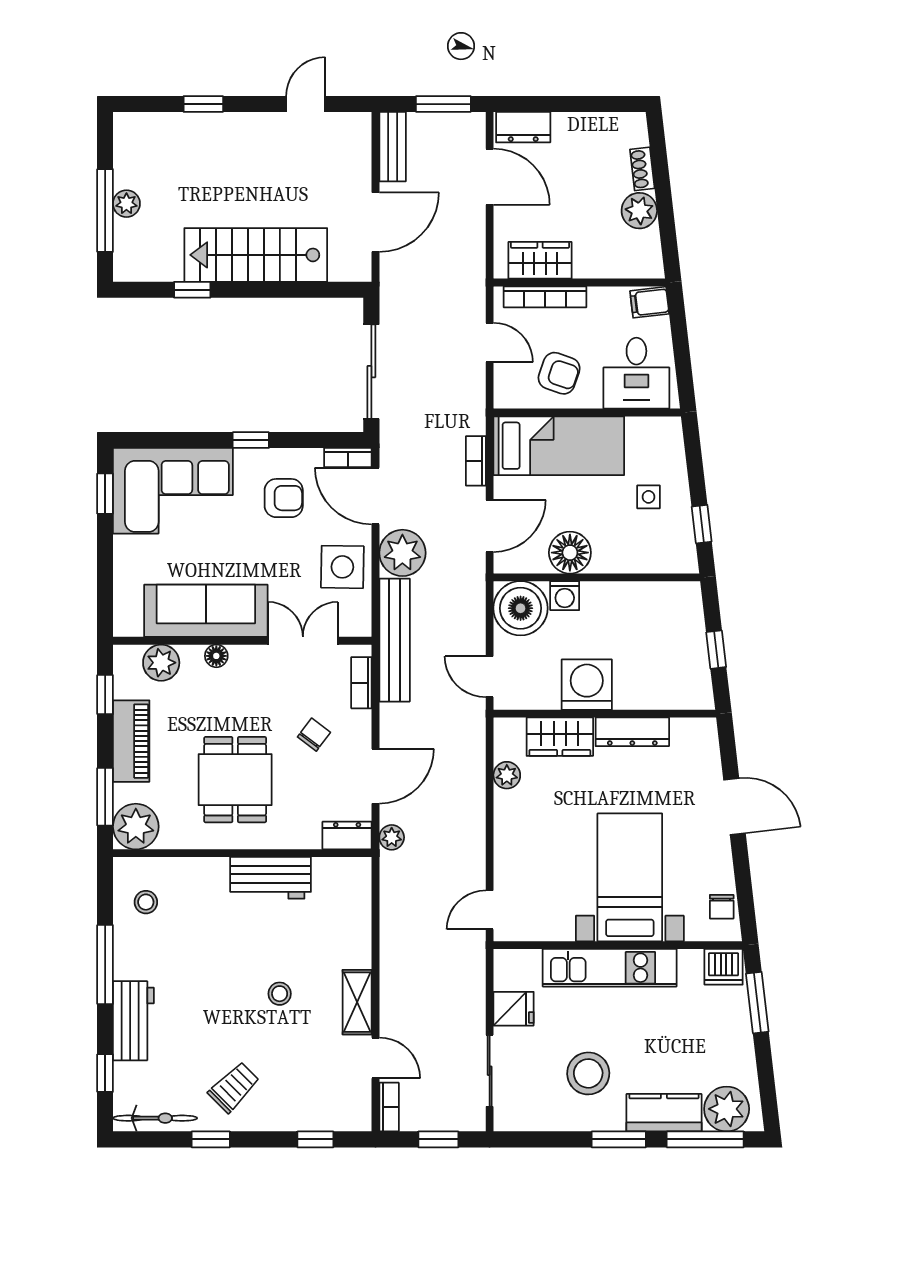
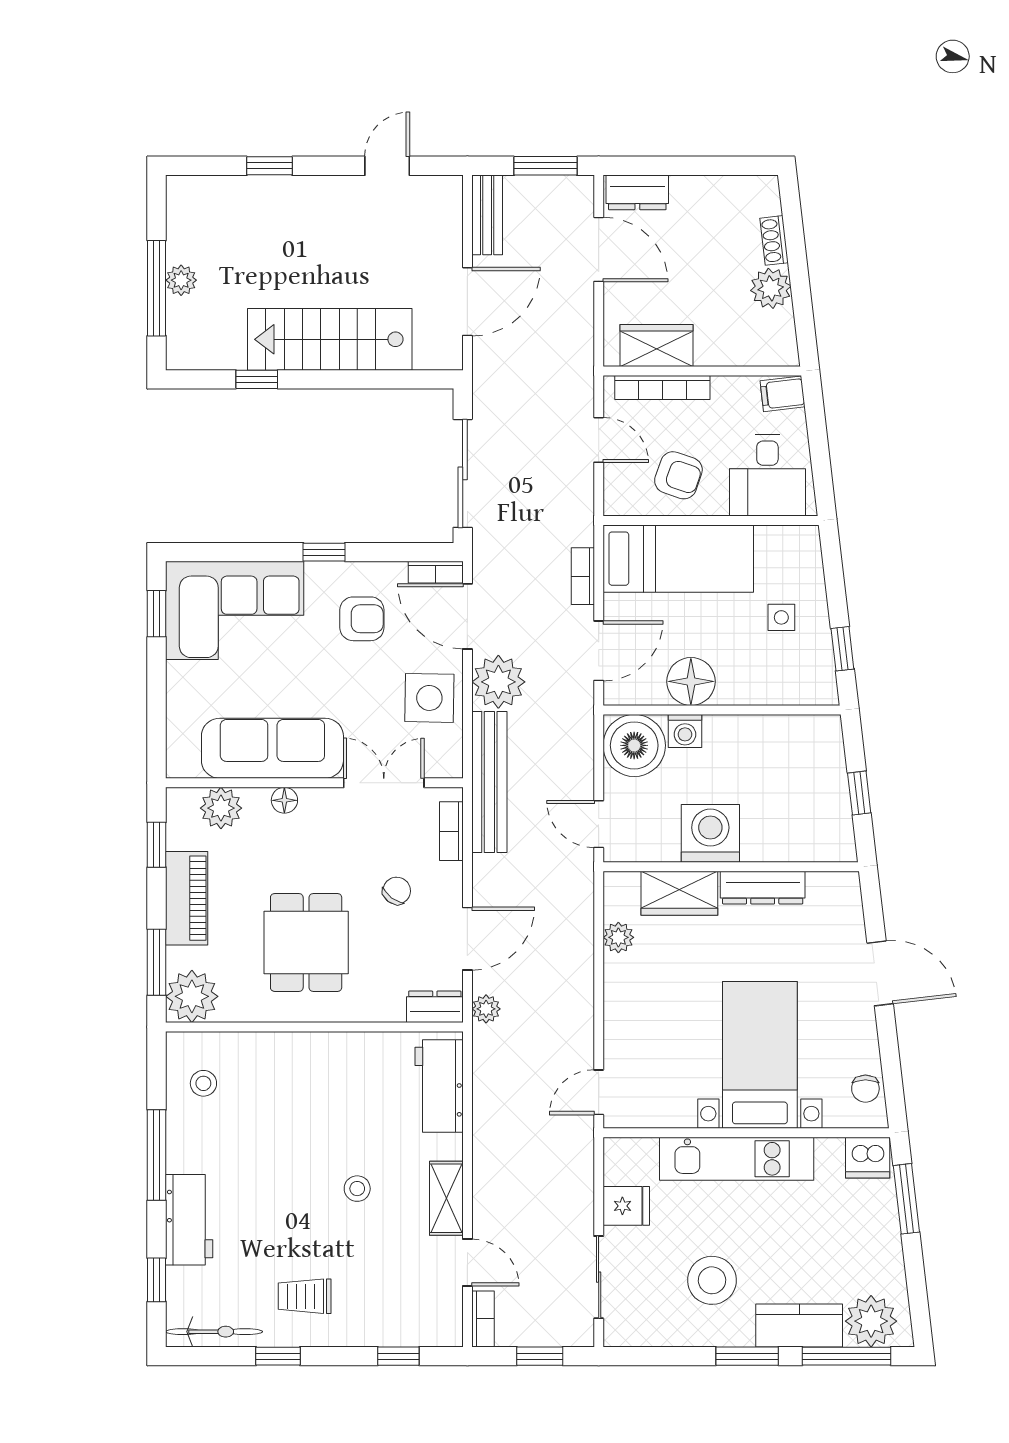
workbench: (271, 878) -> (439, 1086), moved, turned 90
trolley: (234, 1087) -> (305, 1296), turned -135

